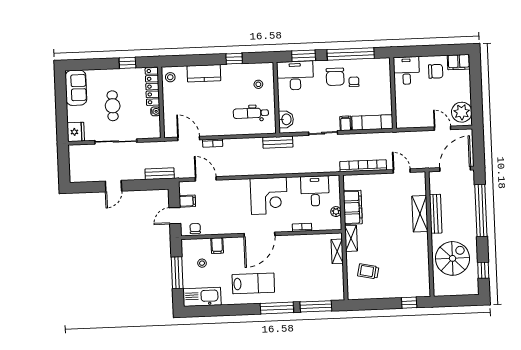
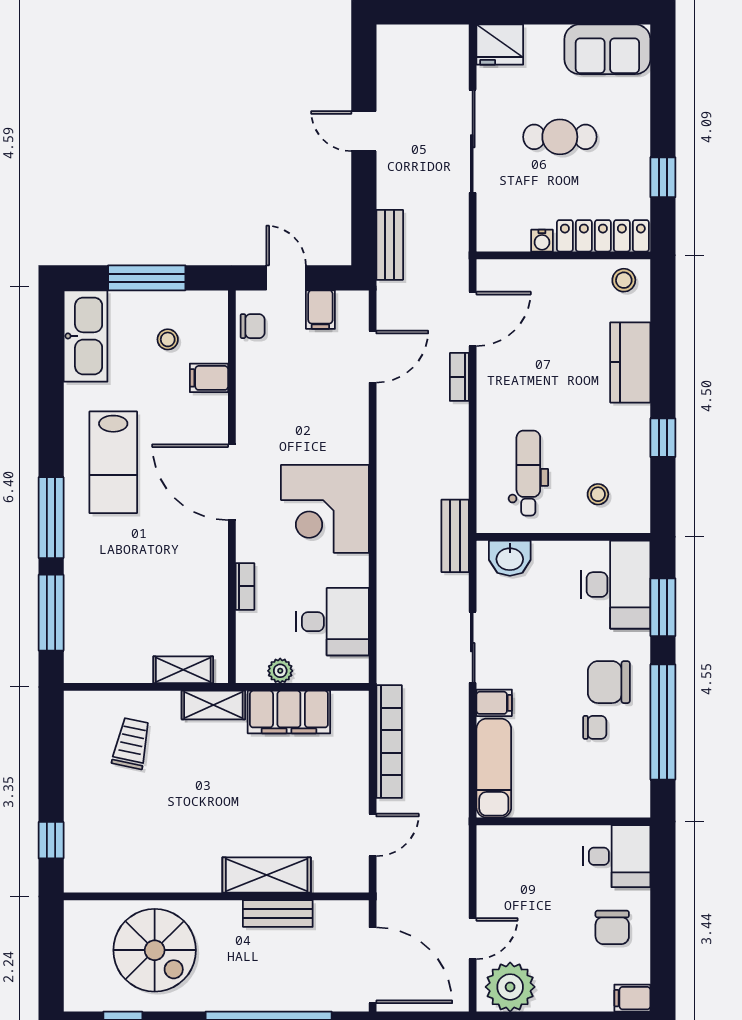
filing cabinet: (459, 62) -> (632, 998), width x0.50
bench: (436, 214) -> (278, 914), width x0.73

